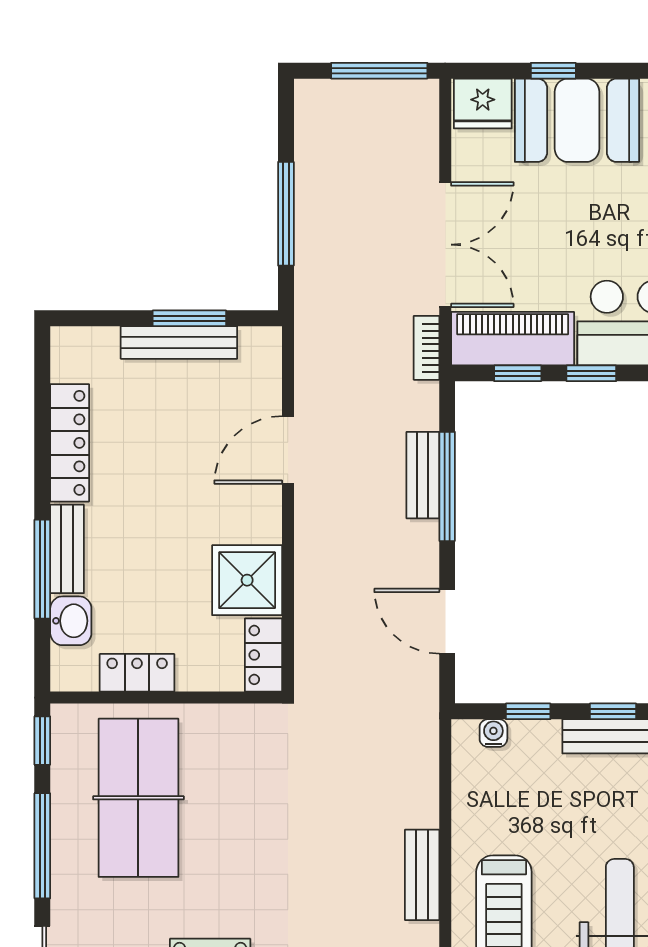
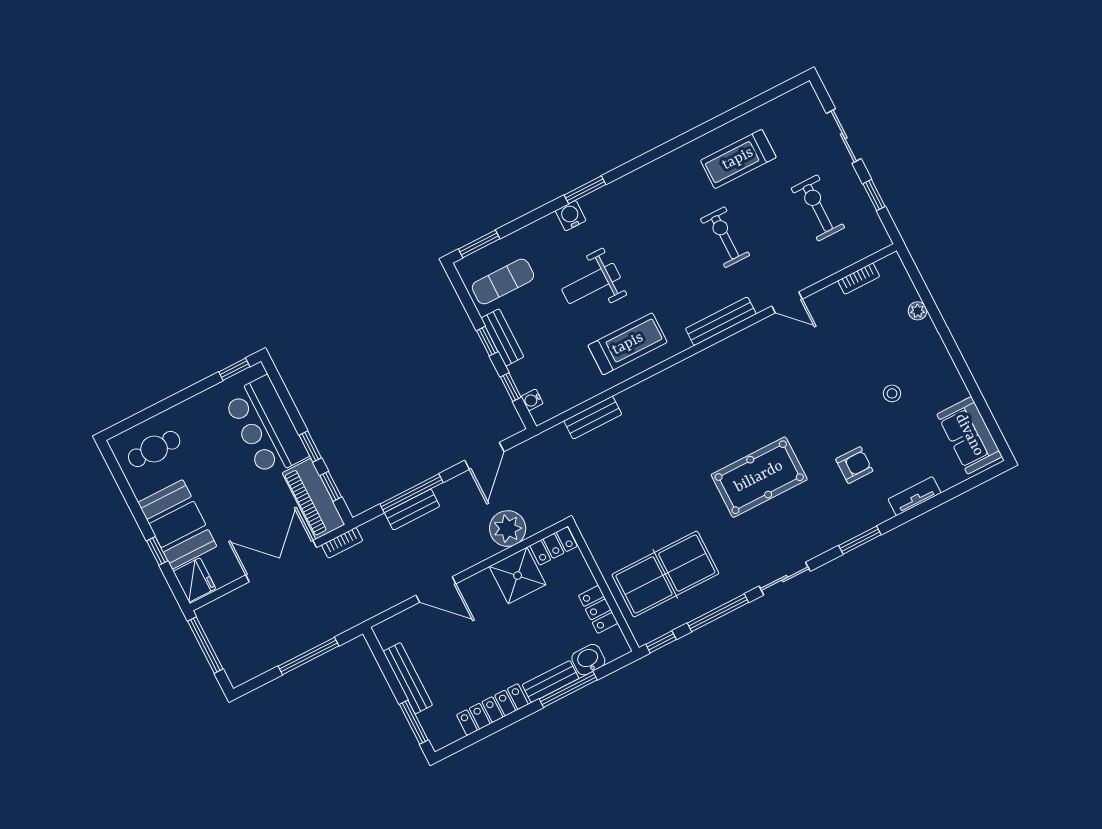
window: (189, 318) -> (414, 722), moved
plant: (323, 601) -> (508, 529), added
bench: (422, 875) -> (593, 418), moved

